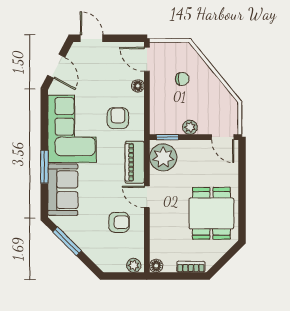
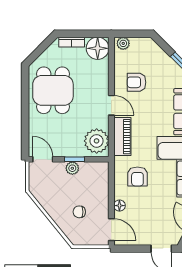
window: (167, 137) -> (74, 159), moved
floor lamp: (156, 266) -> (98, 48), width x1.89, depth x1.89

